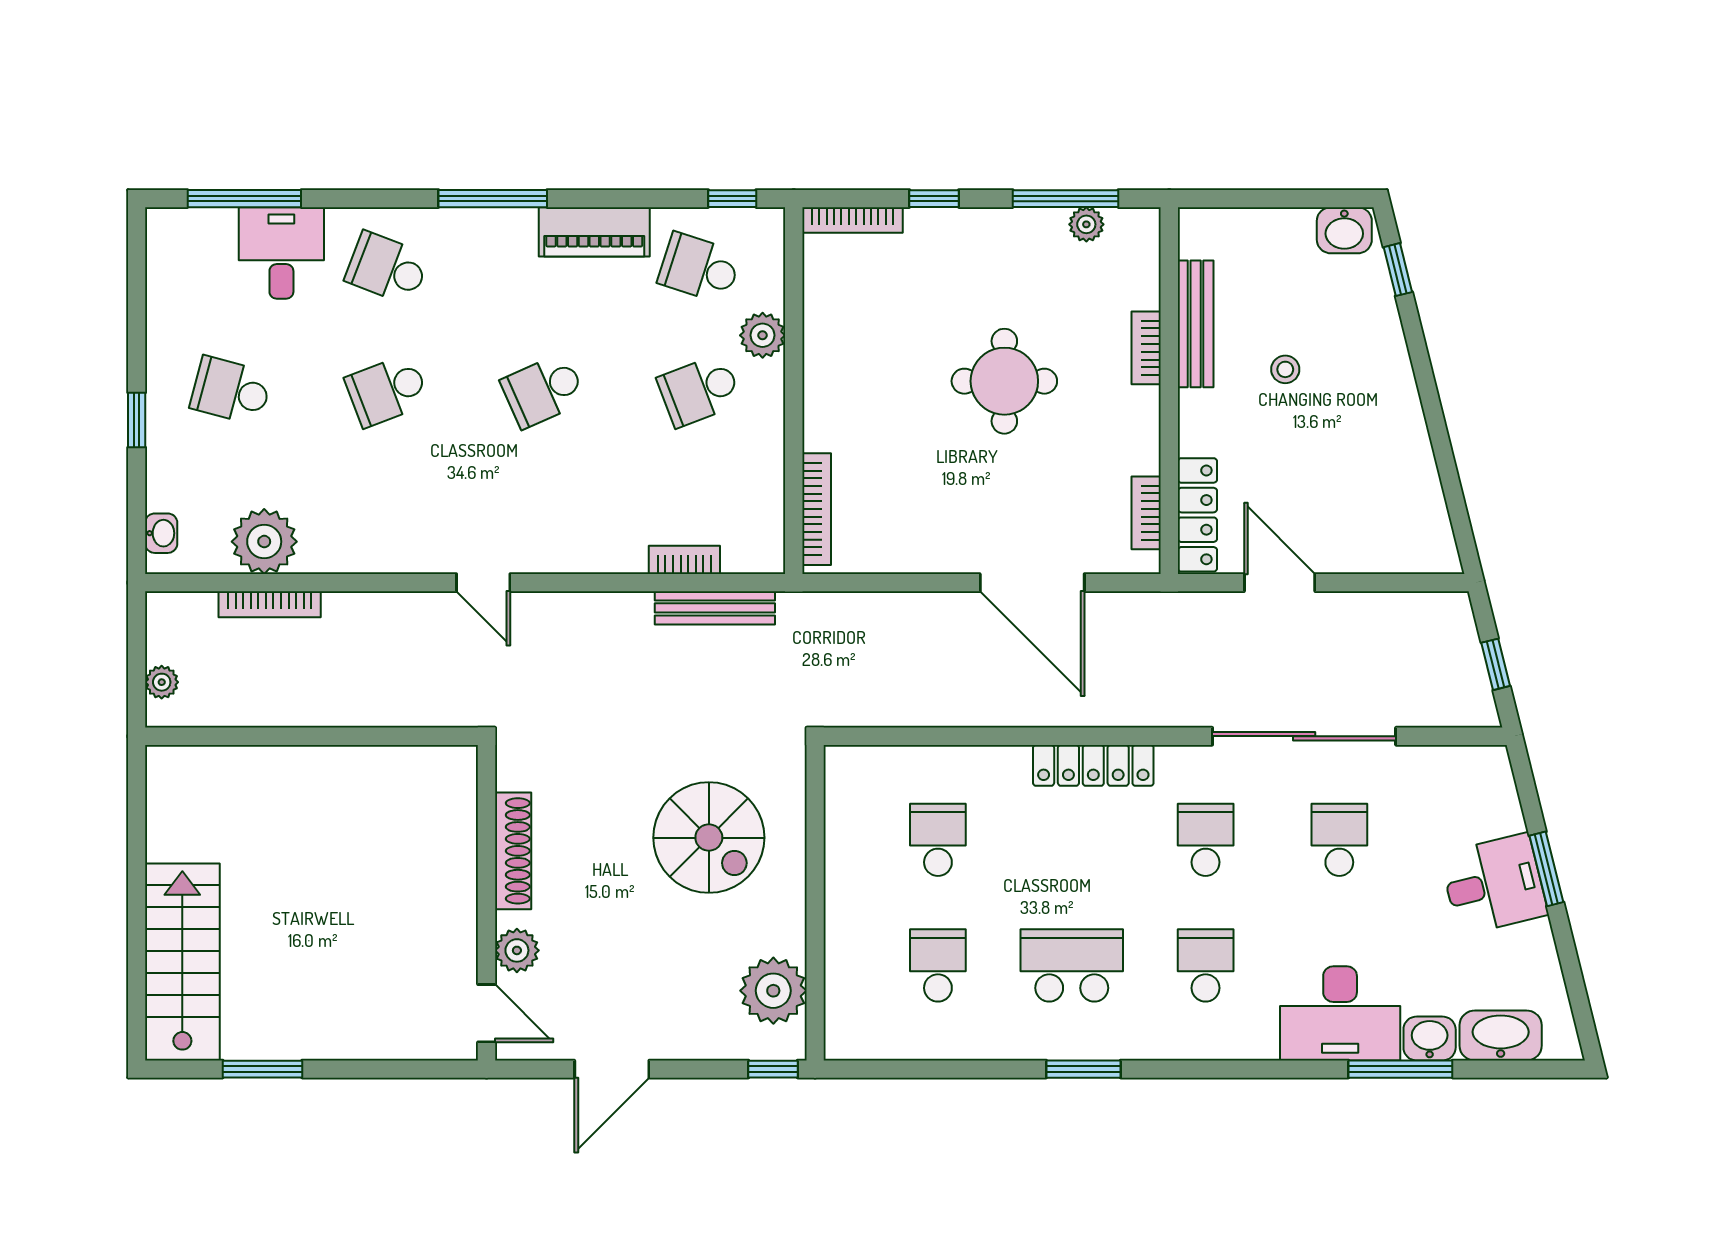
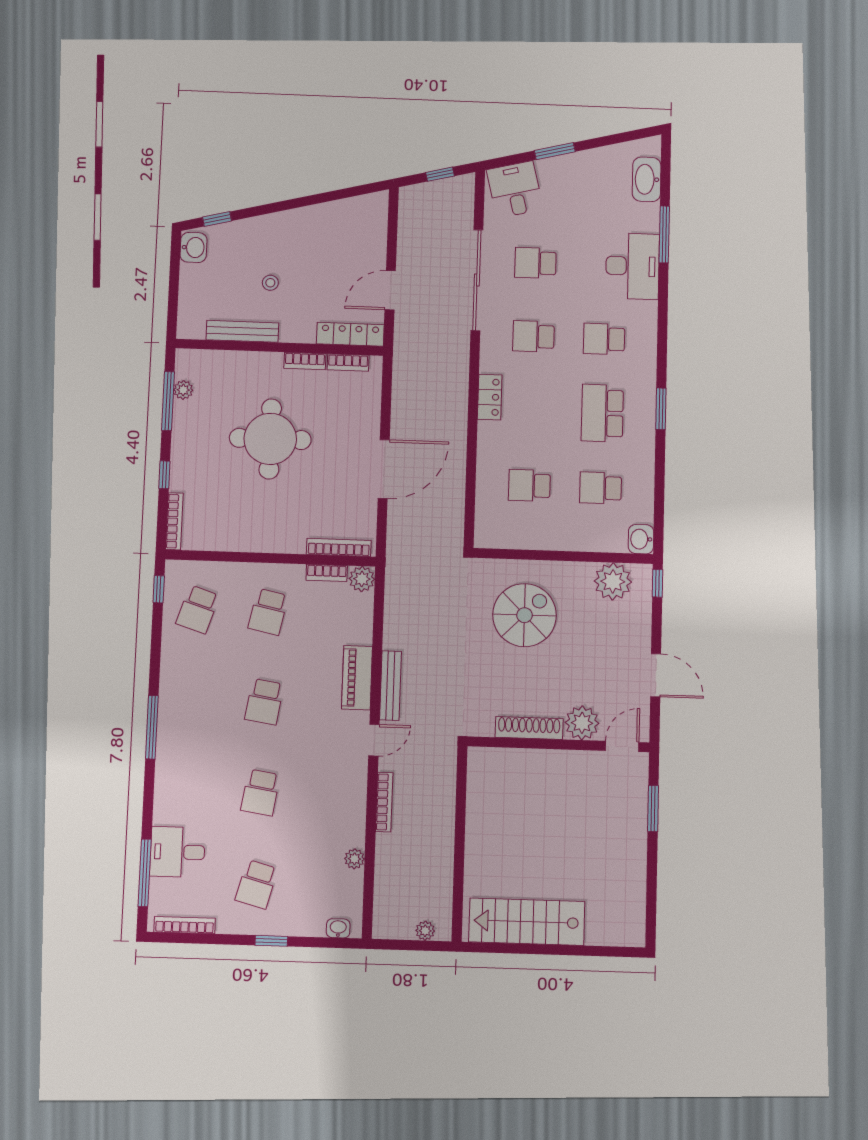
piano: (594, 232) -> (357, 678), moved, turned 180
school desk: (387, 268) -> (189, 790), removed
bookcase: (158, 271) -> (185, 925), added
plant: (763, 335) -> (362, 579), moved
bookcase: (1146, 348) -> (305, 361), moved
round table: (1004, 381) -> (270, 439), width x1.36, depth x1.36
school desk: (387, 391) -> (260, 792), turned 30
school desk: (543, 391) -> (264, 702), turned 33
school desk: (699, 391) -> (268, 612), turned 33
plant: (264, 542) -> (354, 859), width x0.53, depth x0.53
bookcase: (684, 560) -> (327, 573), moved, turned -90
door: (1032, 583) -> (384, 469), moved
bookcase: (270, 604) -> (384, 802), moved
bench: (715, 608) -> (390, 686), moved
locker: (1093, 765) -> (490, 397), width x0.66
desk: (1494, 884) -> (515, 189), moved
plant: (517, 950) -> (582, 723), width x1.36, depth x1.36
stairs: (182, 962) -> (527, 922), moved
washbasin: (1430, 1038) -> (641, 539), moved
window: (262, 1069) -> (653, 809), moved

